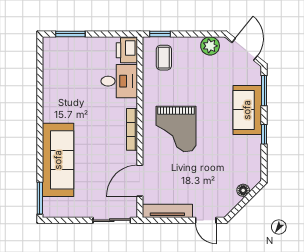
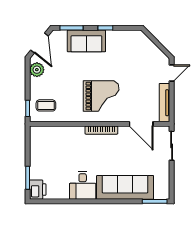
door: (244, 49) -> (40, 43), swing flipped
printer: (127, 50) -> (38, 190), moved, turned -90
desk: (119, 81) -> (83, 185), moved, turned 180
floor lamp: (243, 190) -> (149, 44), removed

